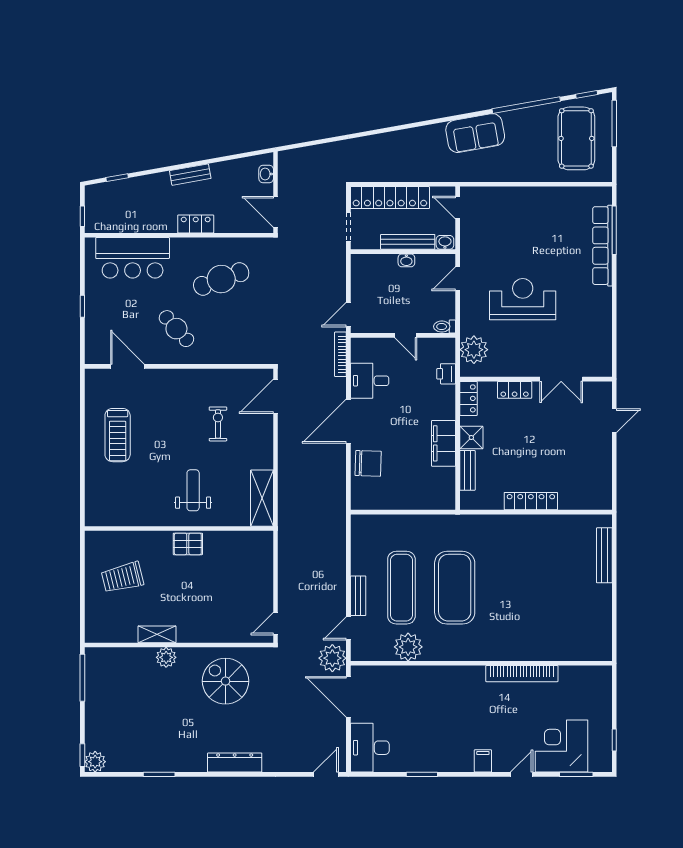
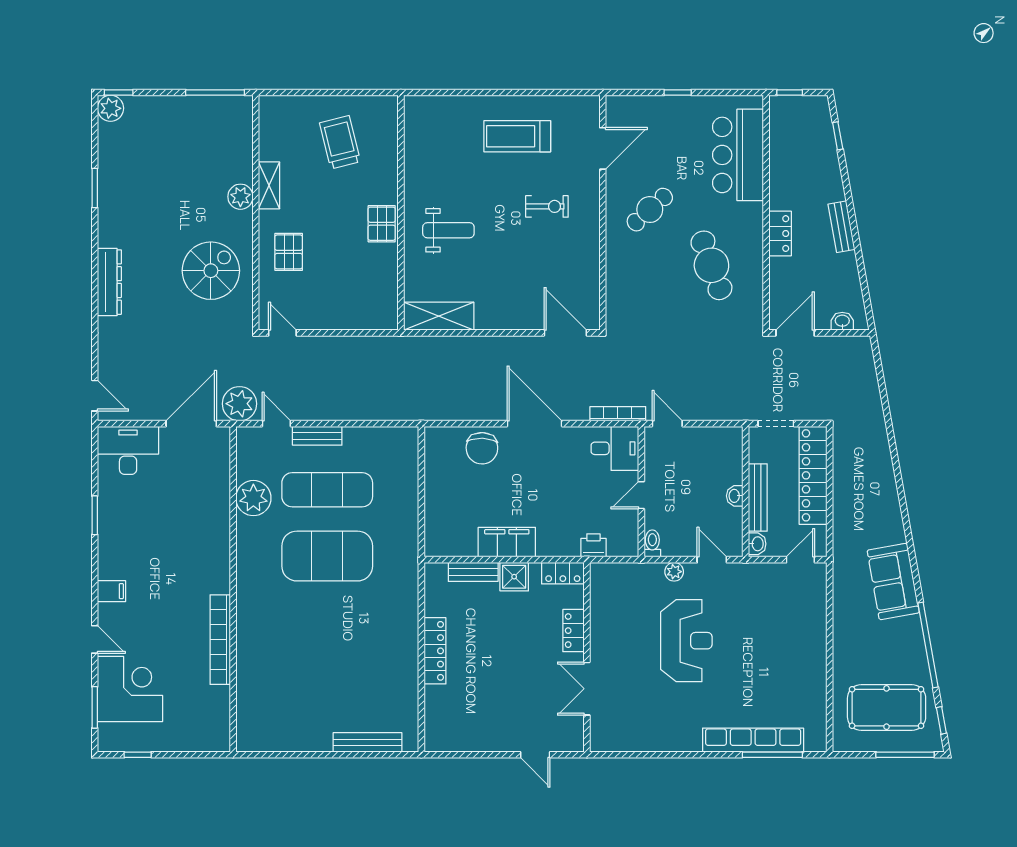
plant: (474, 350) -> (674, 572), moved, width x0.53, depth x0.53
desk: (370, 381) -> (615, 448), moved, turned 90
exercise bike: (218, 424) -> (547, 206), moved
pallet: (210, 619) -> (289, 252), added

